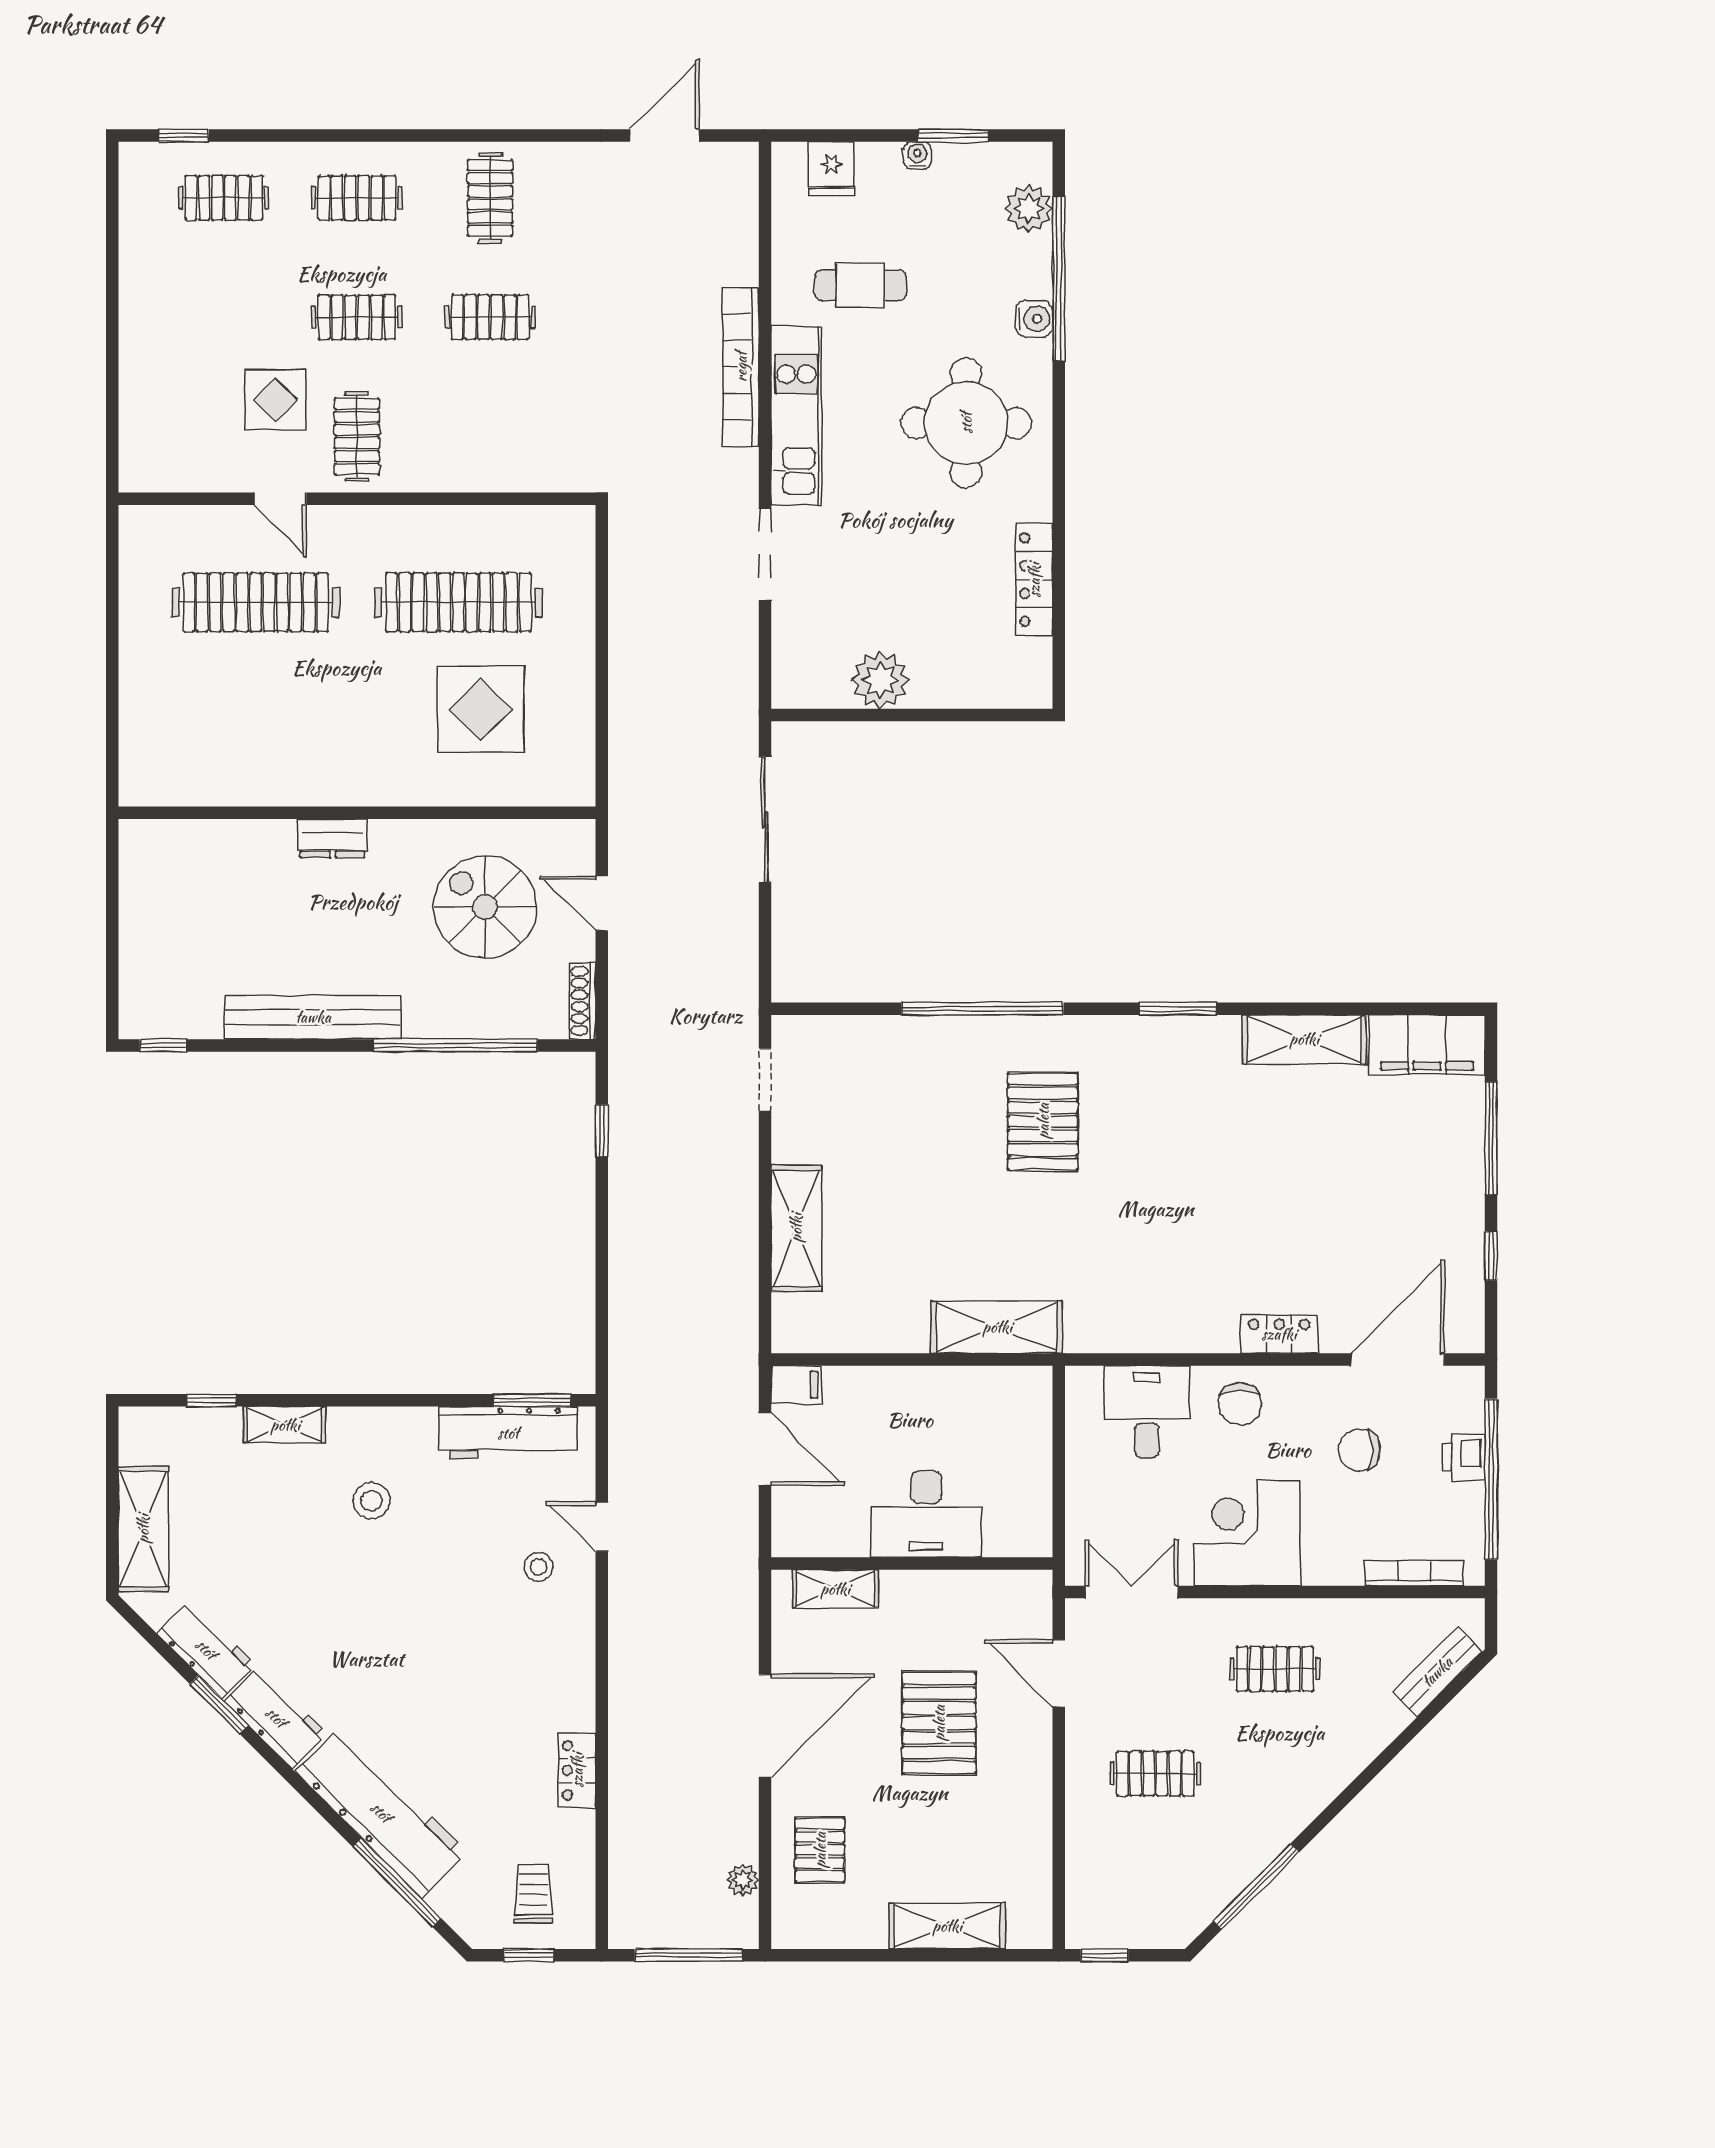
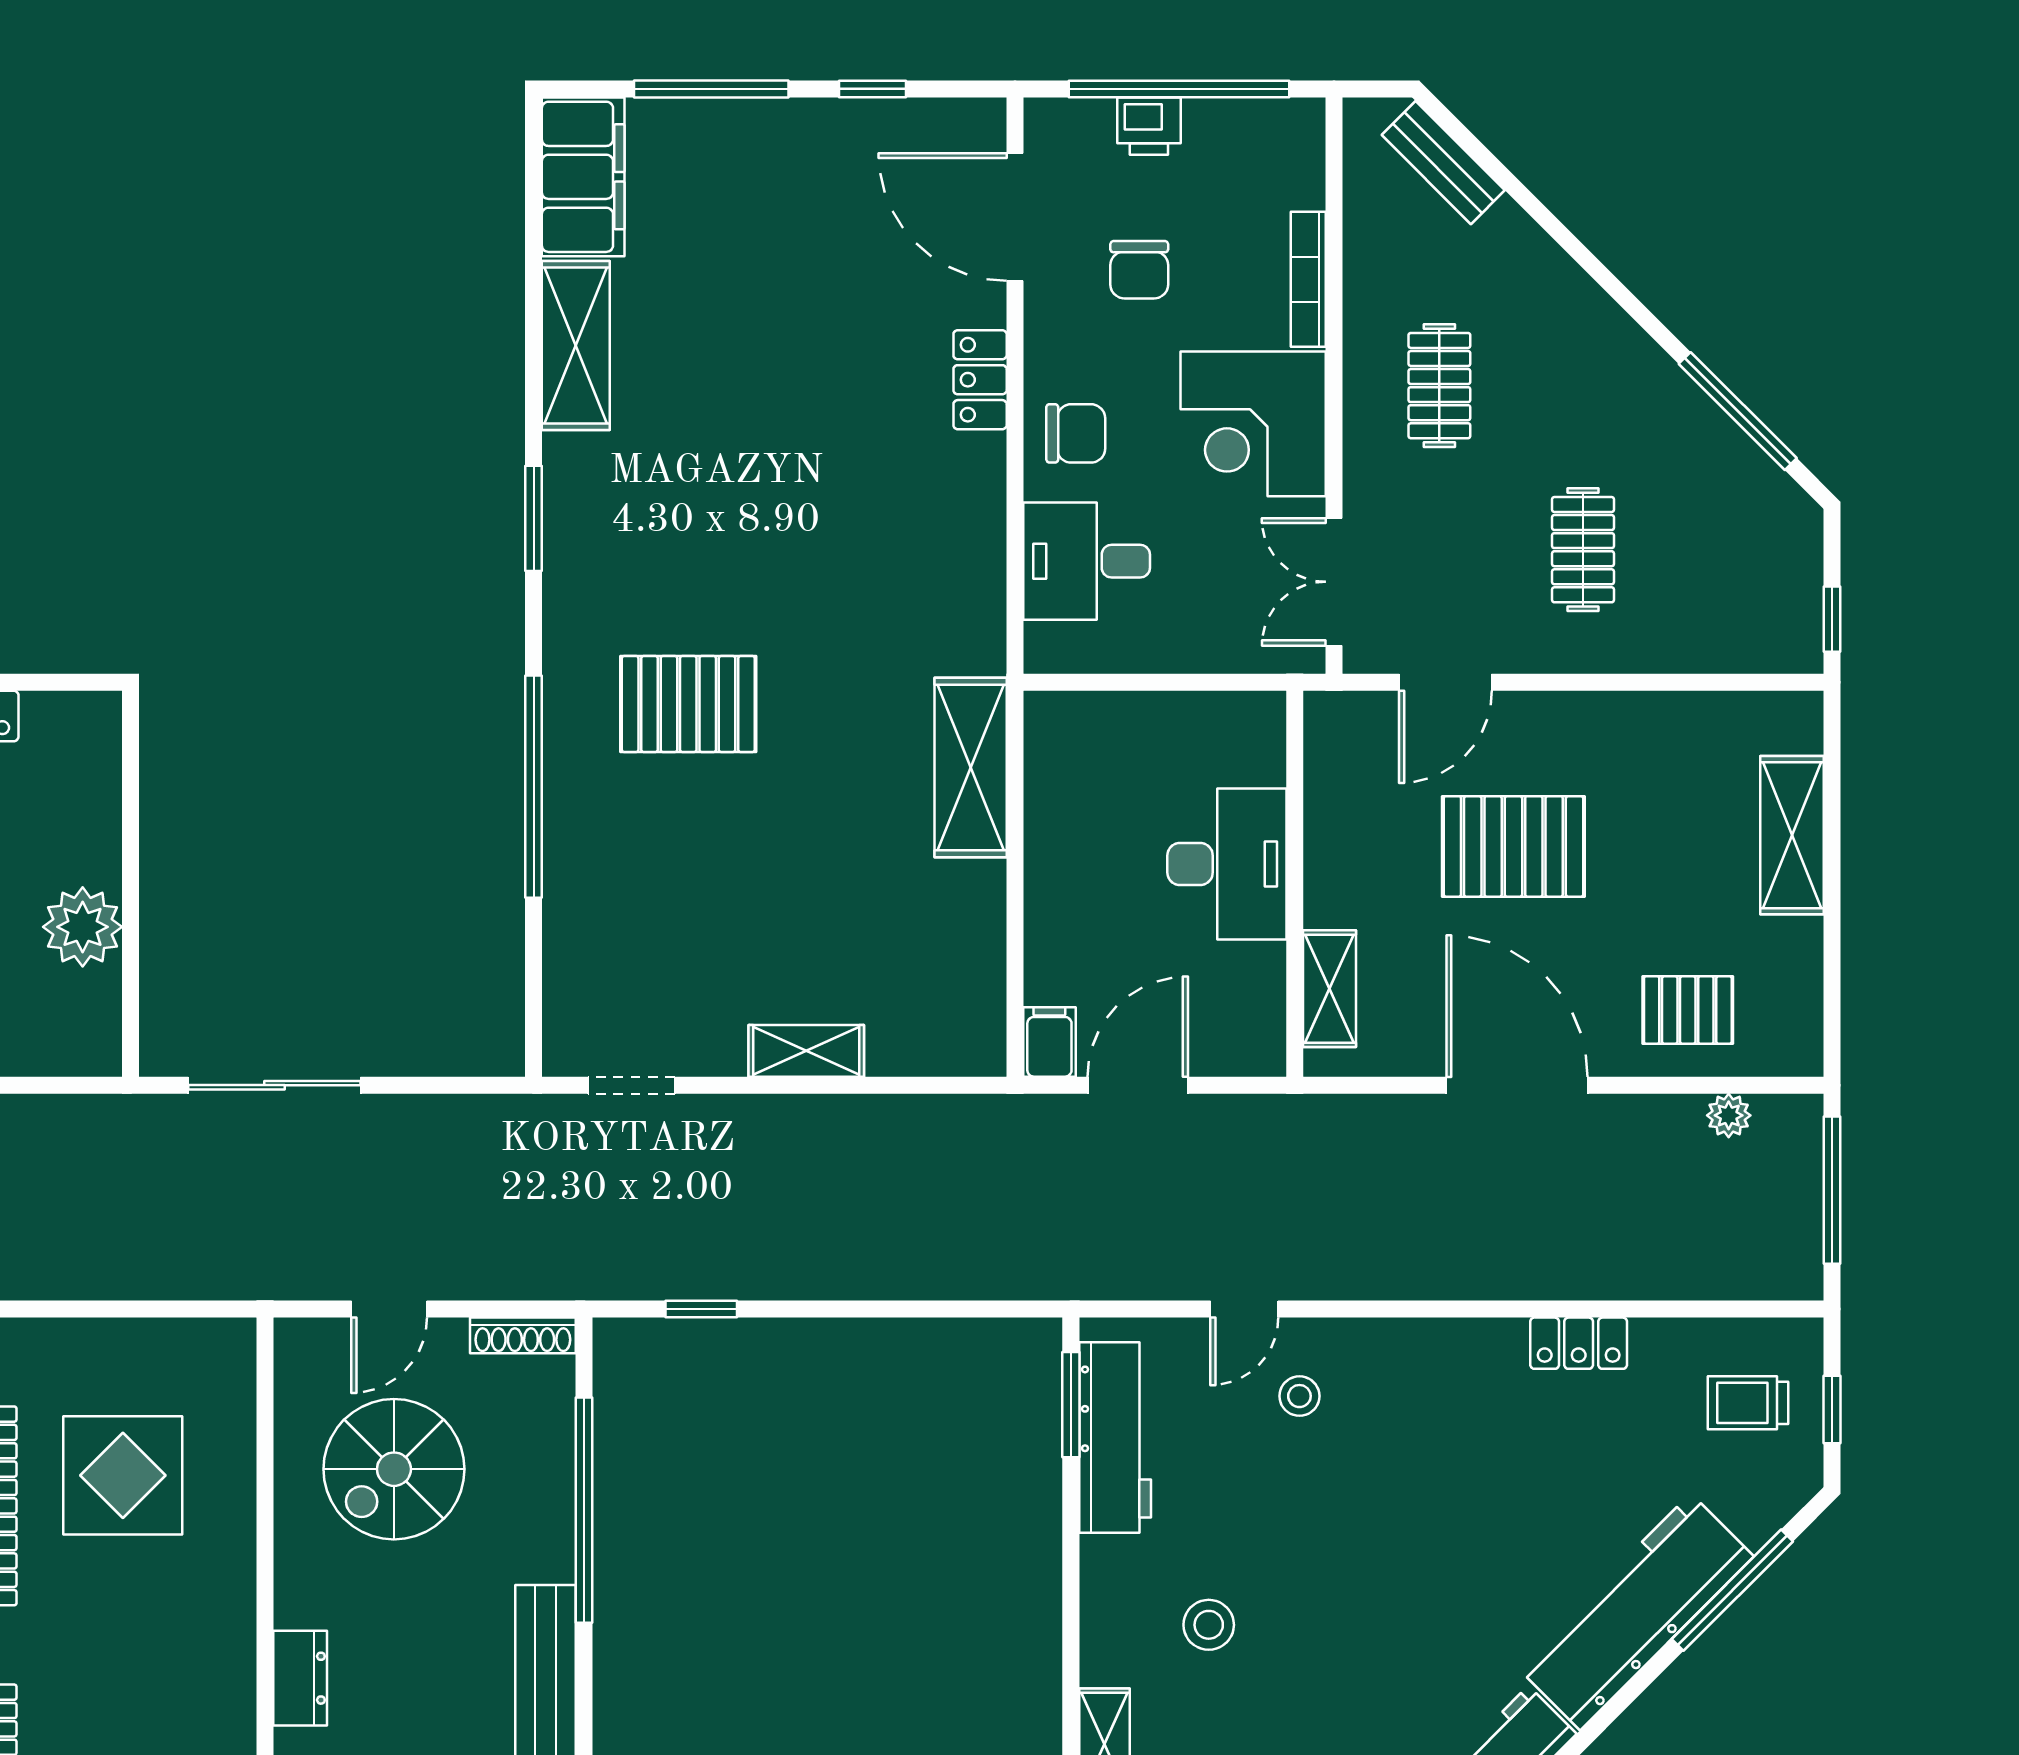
shelving: (796, 1228) -> (806, 1051), width x0.67, depth x0.75
bookcase: (1414, 1573) -> (1308, 279), moved

